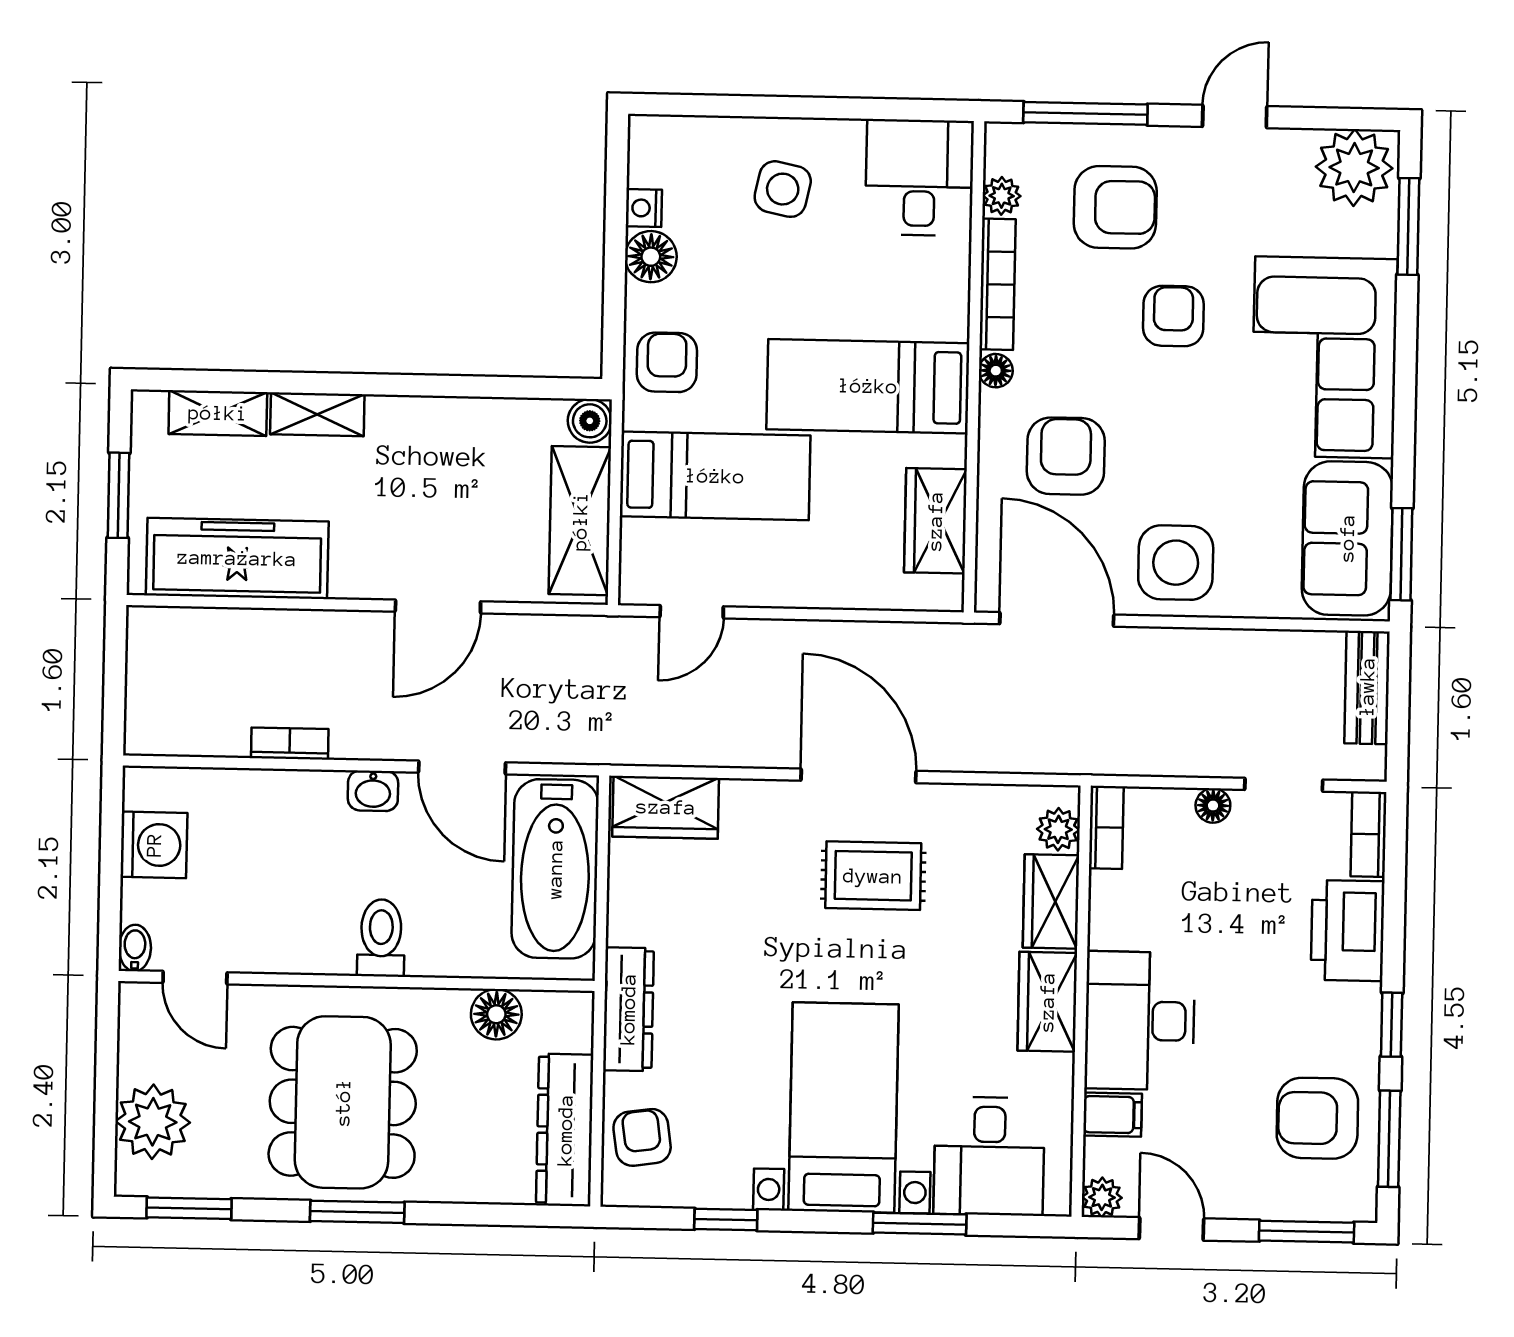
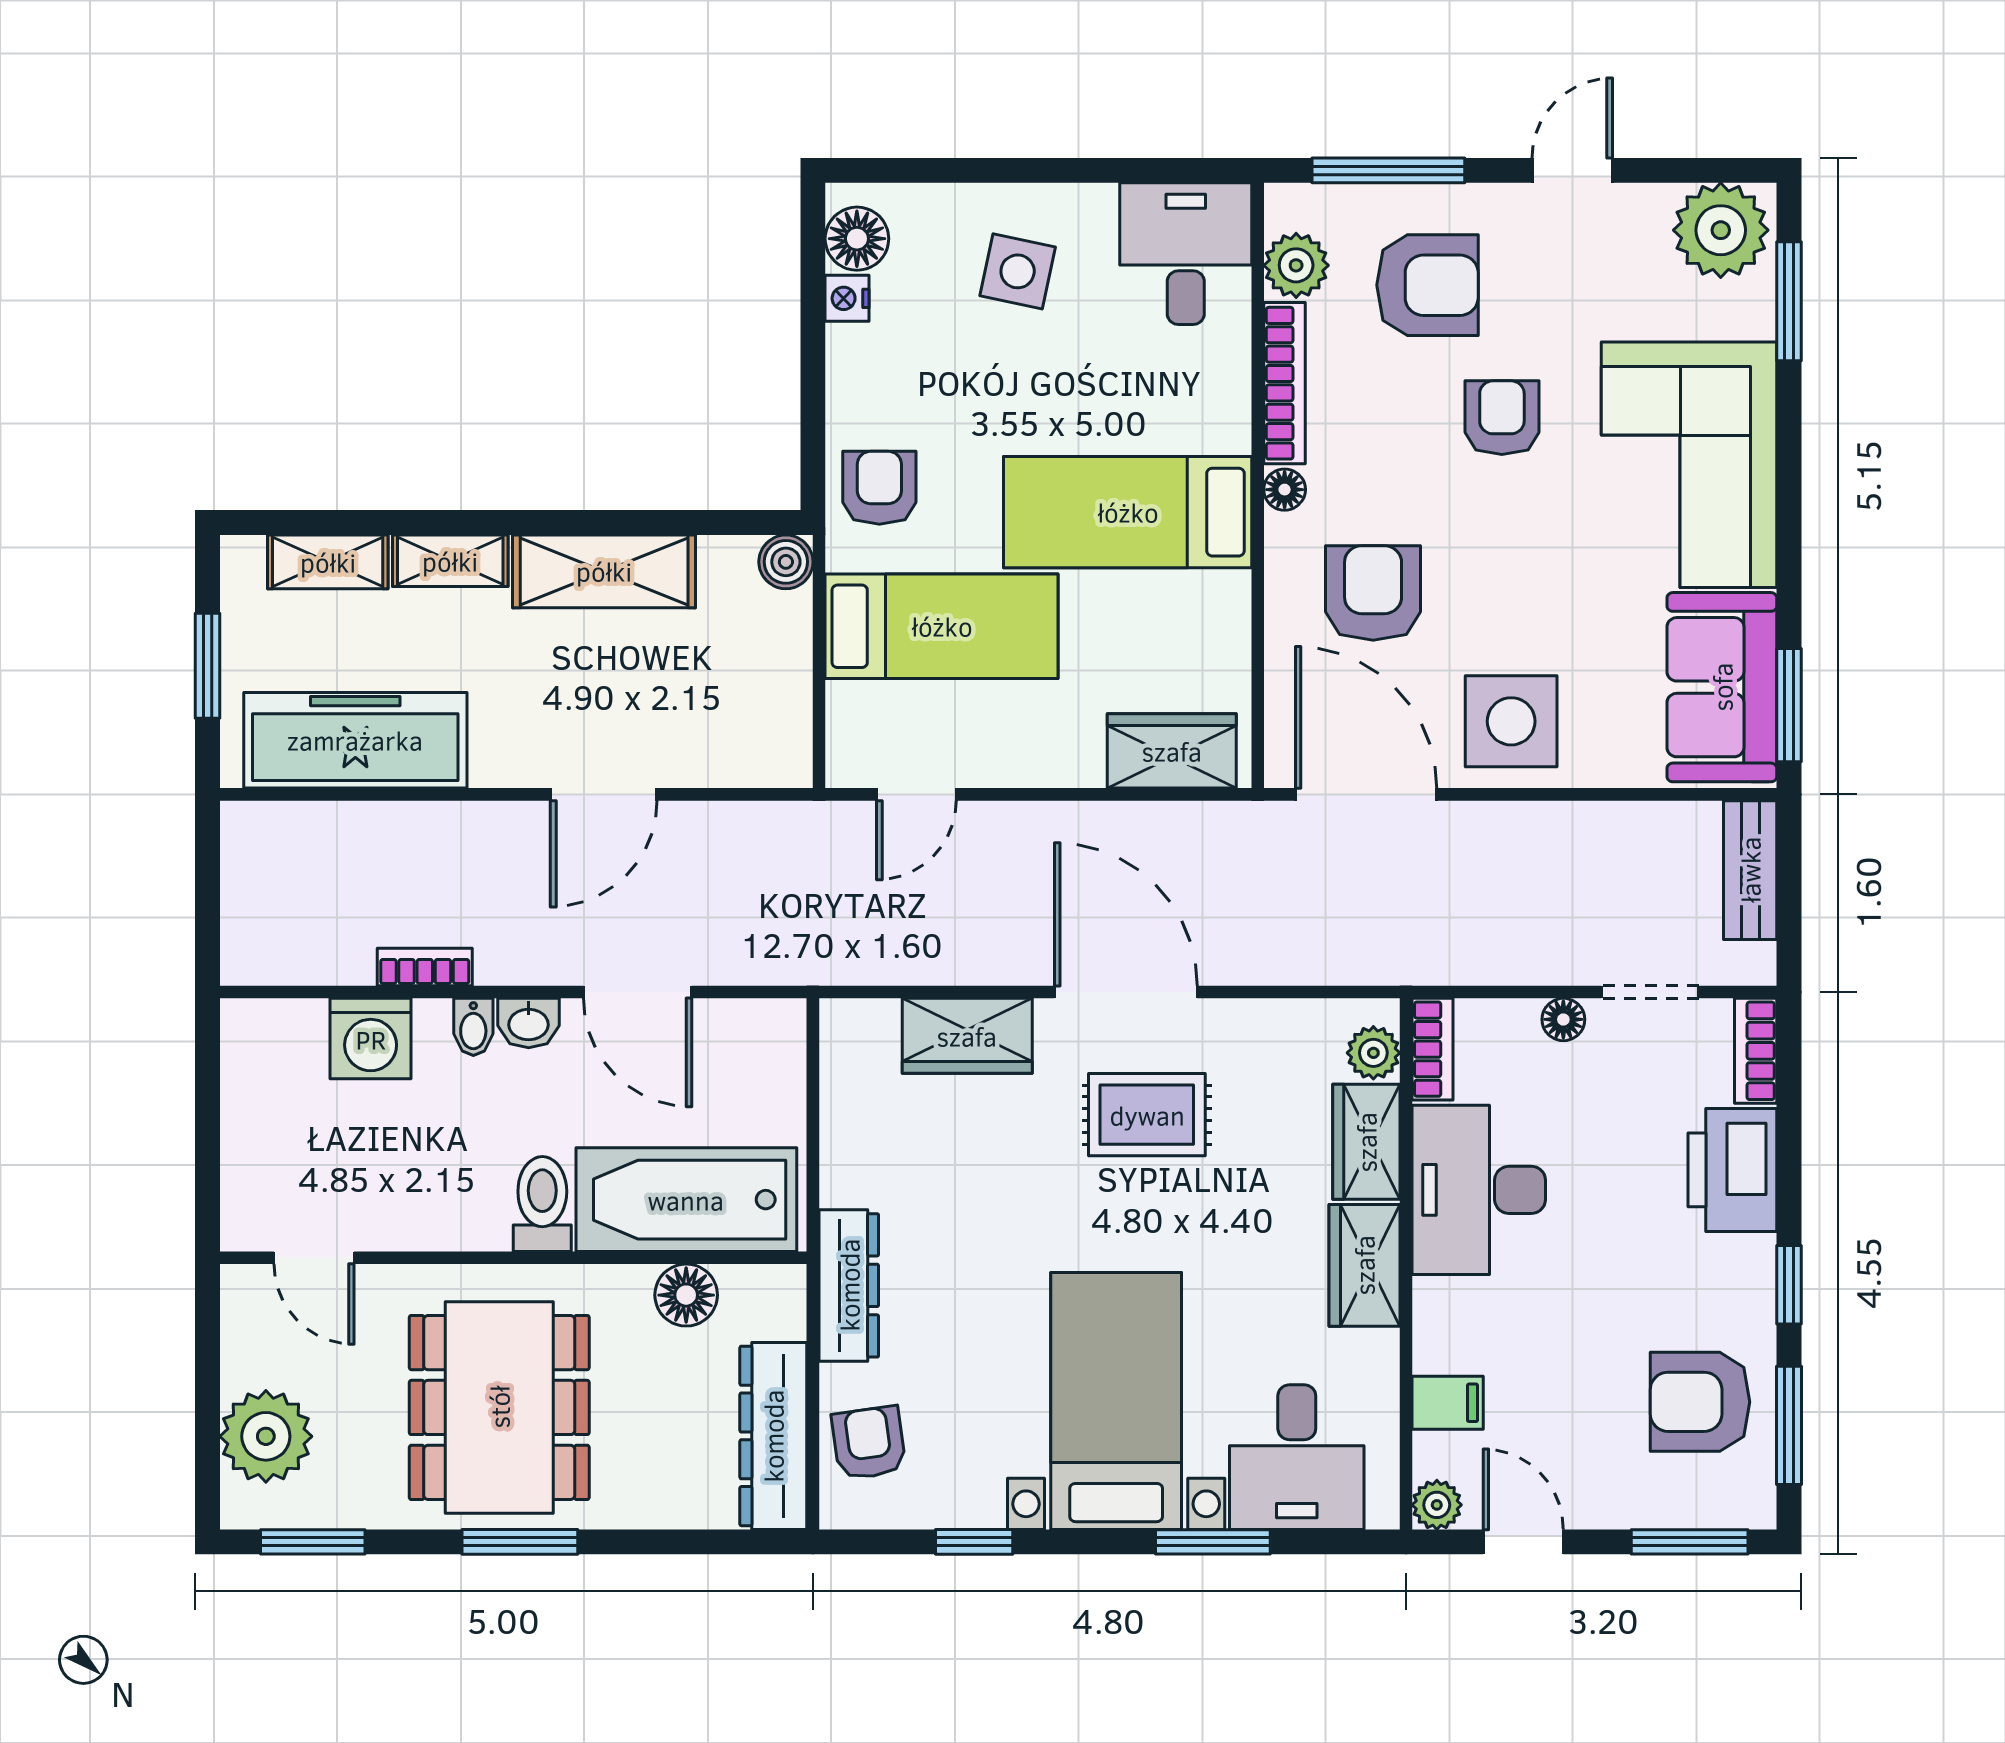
plant: (1002, 196) -> (1296, 265), width x1.38, depth x1.38
floor lamp: (651, 257) -> (857, 239), moved
shelving: (580, 521) -> (604, 571), moved, turned 90
wardrobe: (935, 521) -> (1172, 751), moved, turned 90
wardrobe: (666, 807) -> (967, 1036), moved
washing machine: (154, 845) -> (371, 1039), moved, turned 90
bathtub: (555, 869) -> (686, 1200), moved, turned 90
bidet: (135, 948) -> (473, 1027), moved, turned 180
desk: (1140, 1021) -> (1479, 1190), moved

